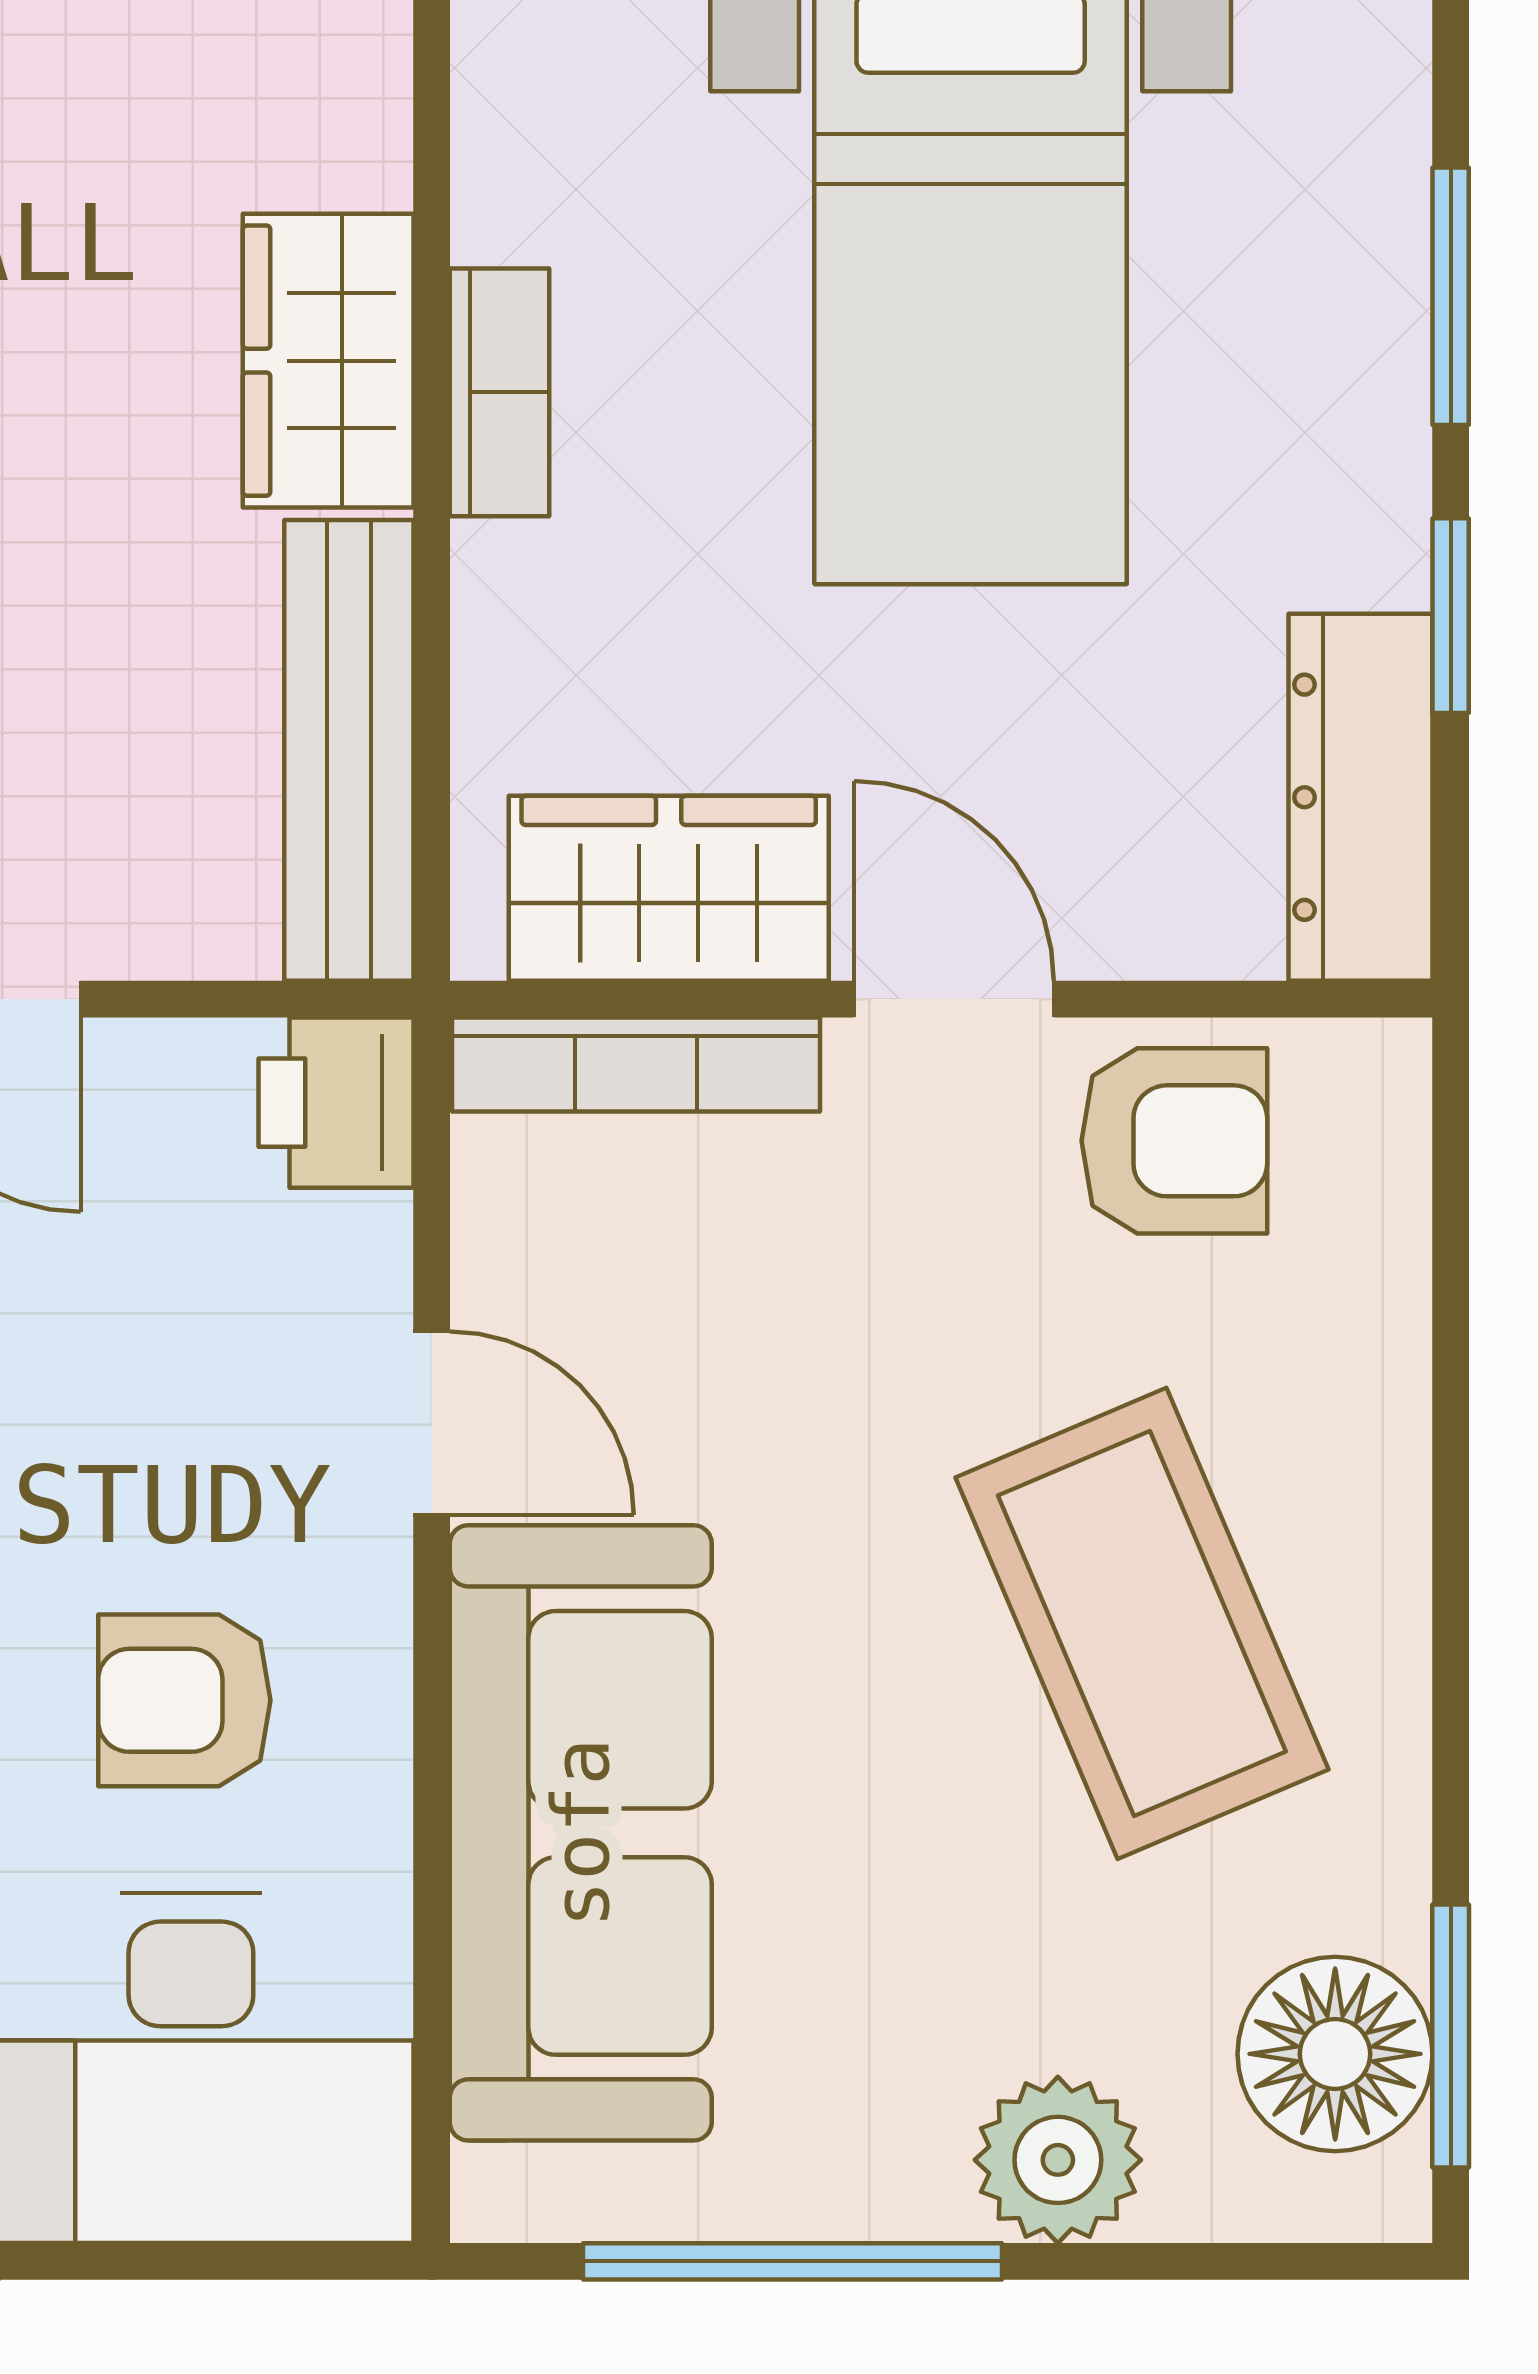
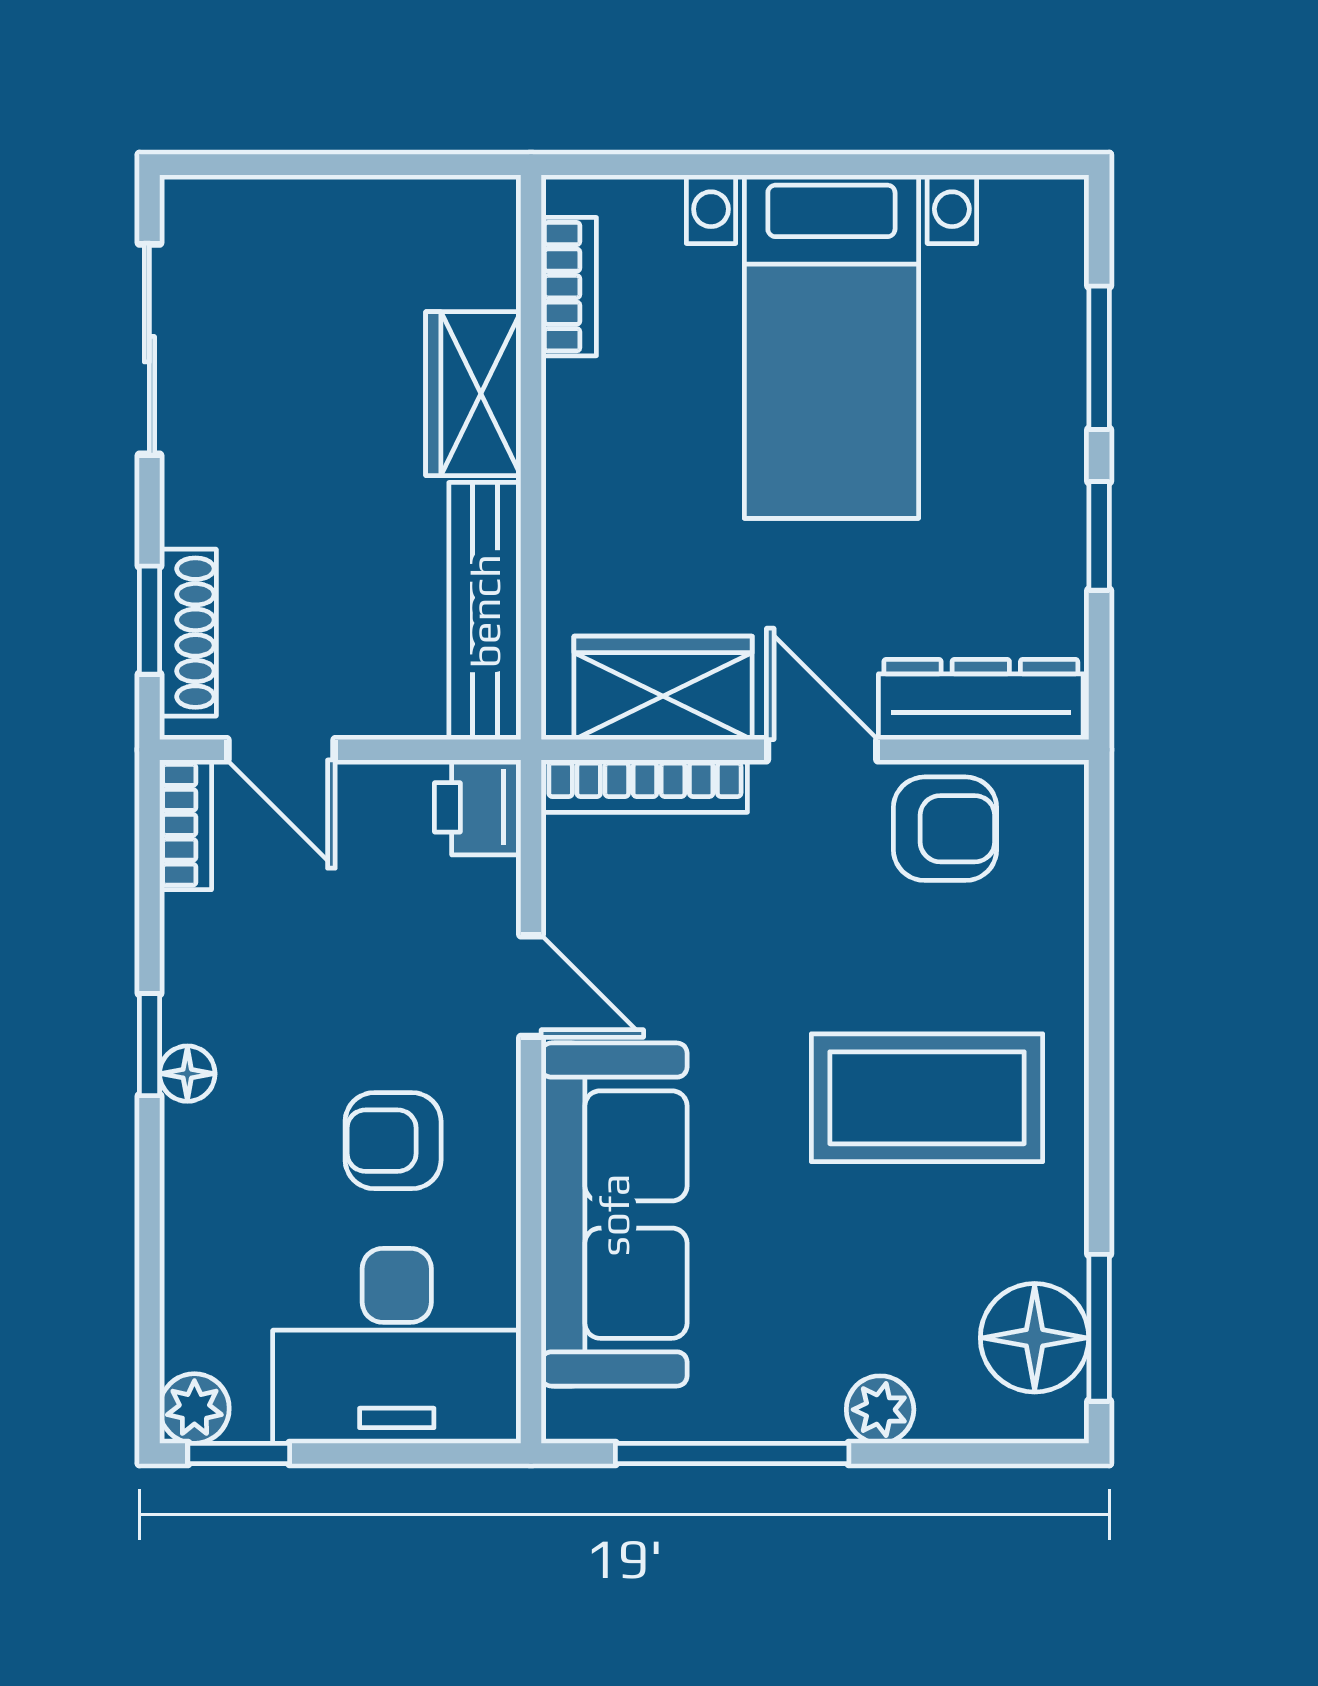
bookcase: (500, 392) -> (569, 287), moved
dresser: (1361, 797) -> (981, 699), moved, turned 90
coffee table: (1142, 1623) -> (927, 1098), turned -67
plant: (1058, 2160) -> (880, 1410), width x0.73, depth x0.73

